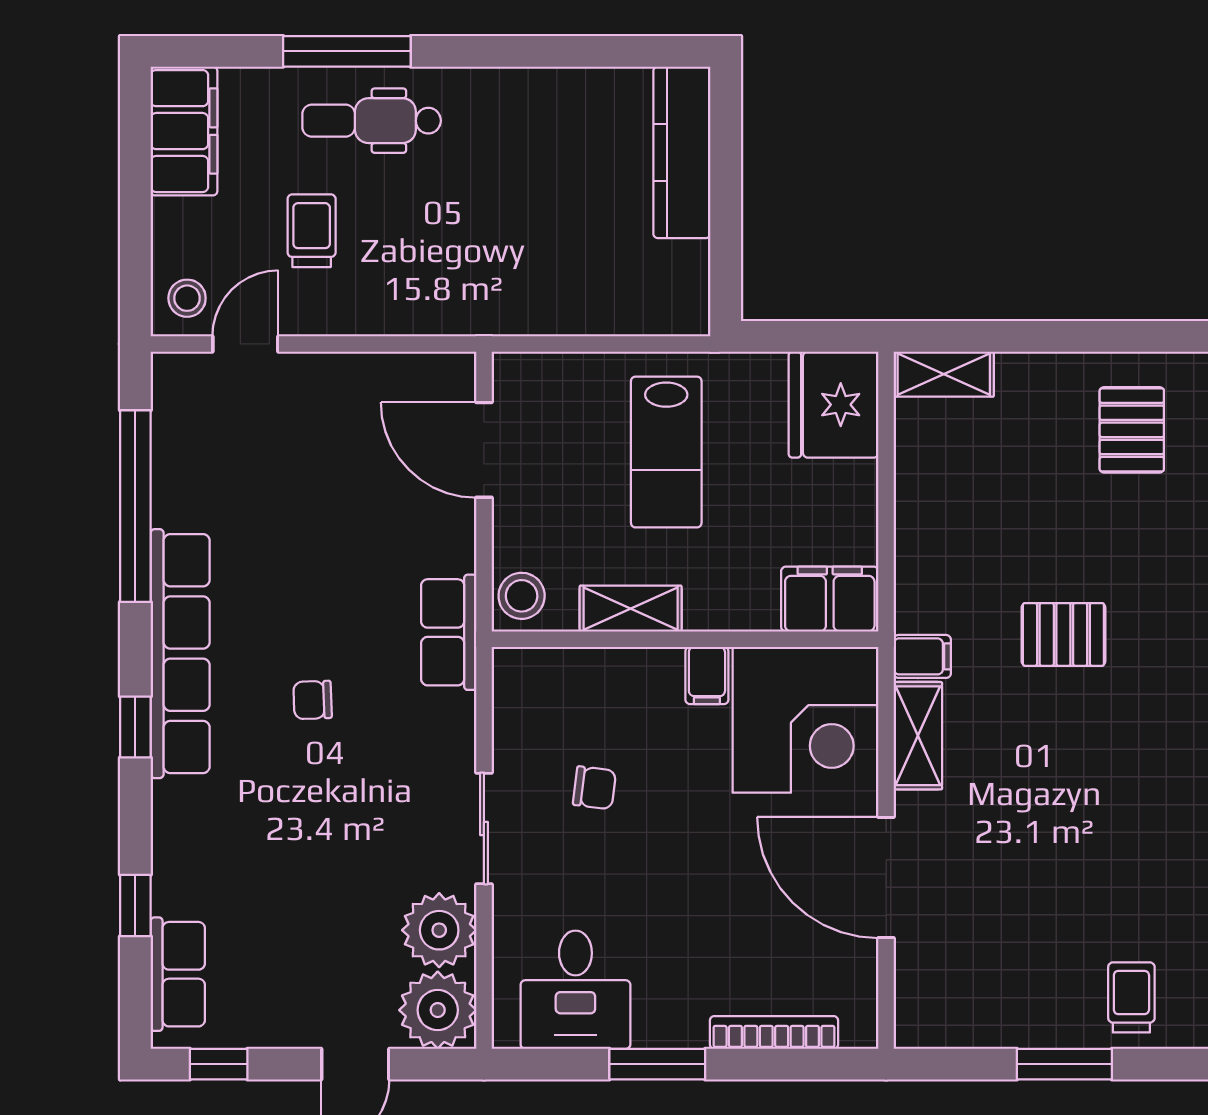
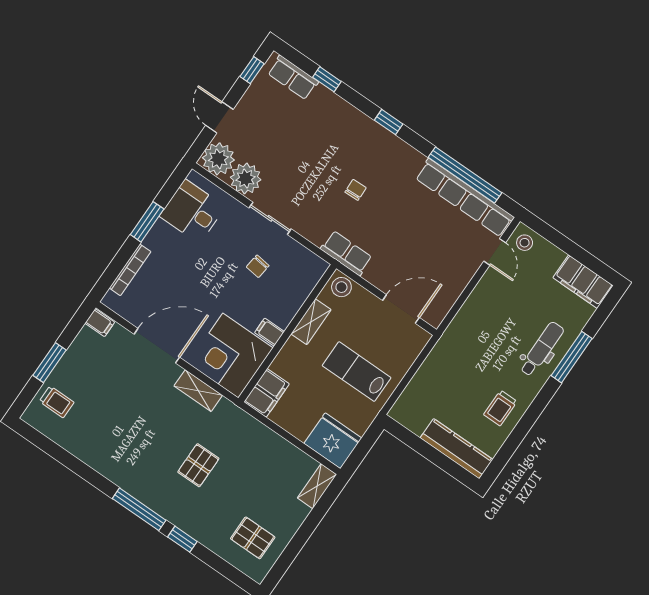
trolley: (312, 231) -> (500, 408), moved, turned 90
row of seats: (180, 654) -> (465, 198), moved
filing cabinet: (922, 656) -> (100, 323), moved, turned -90

